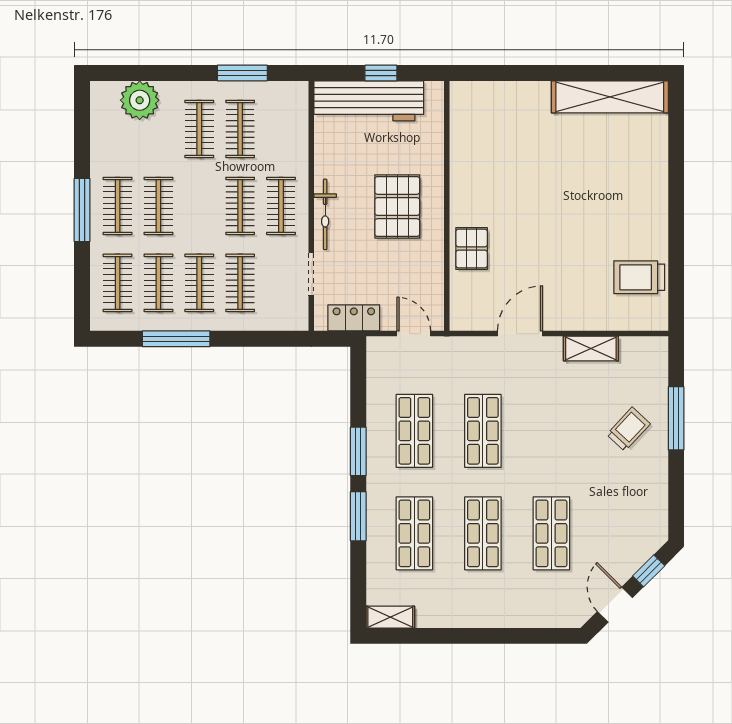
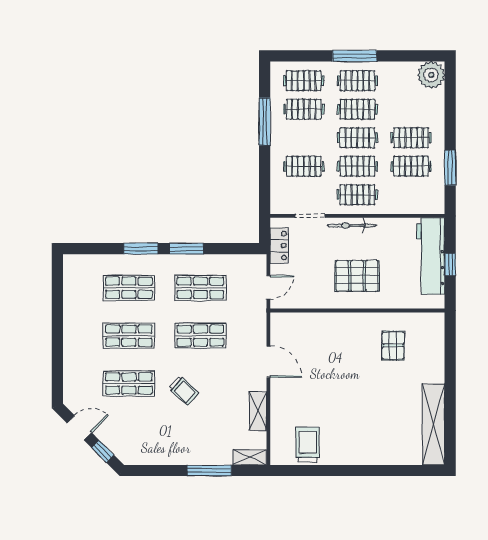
plant: (140, 100) -> (431, 75), moved
pallet: (472, 248) -> (393, 345), moved, turned 90
clothes rail: (199, 283) -> (357, 138), moved
trolley: (628, 429) -> (184, 390), moved
shelving: (390, 617) -> (250, 457), moved, turned 90

